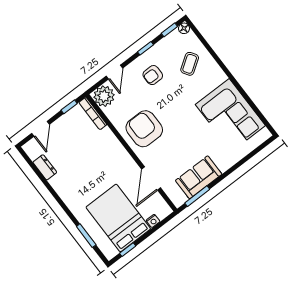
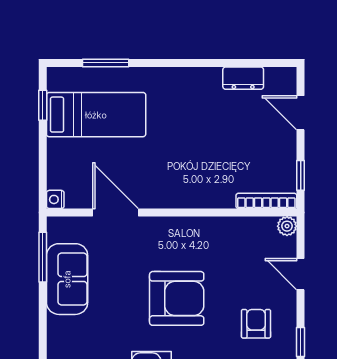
plant: (104, 96) -> (287, 226), width x0.53, depth x0.53
armchair: (144, 129) -> (177, 298), moved
bed: (118, 218) -> (96, 115), width x0.67
nightstand: (153, 221) -> (55, 199), moved

